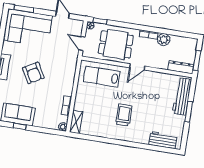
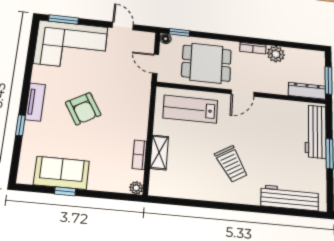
trolley: (124, 115) -> (231, 164), turned 149
shelving: (76, 122) -> (159, 152), moved
workbench: (163, 140) -> (290, 198), width x1.37

